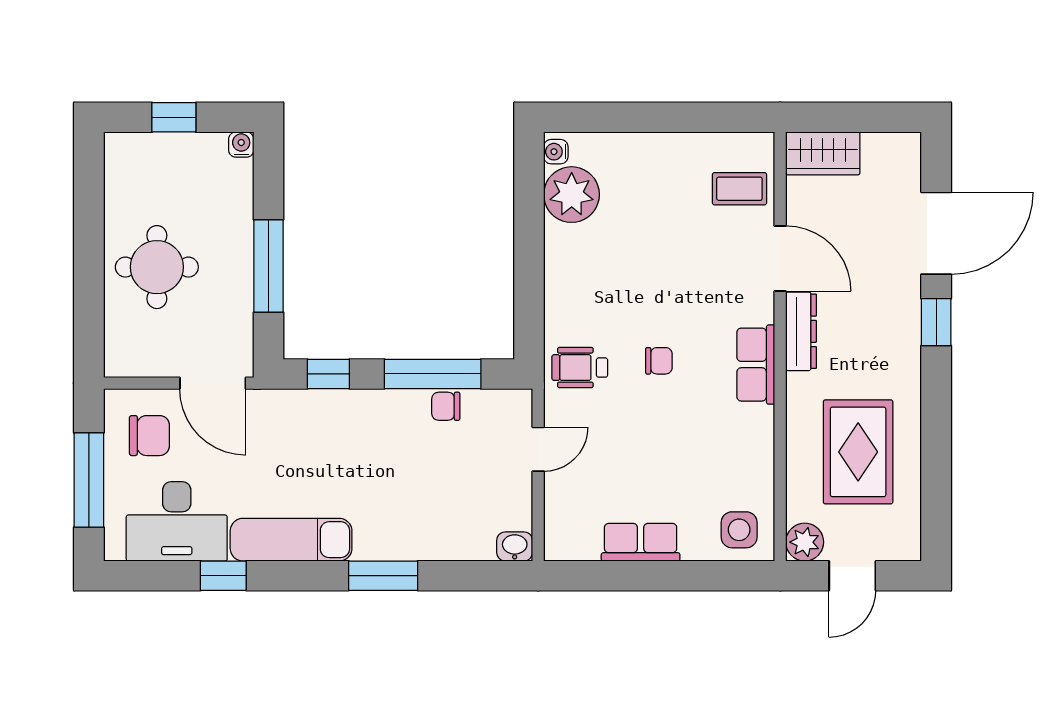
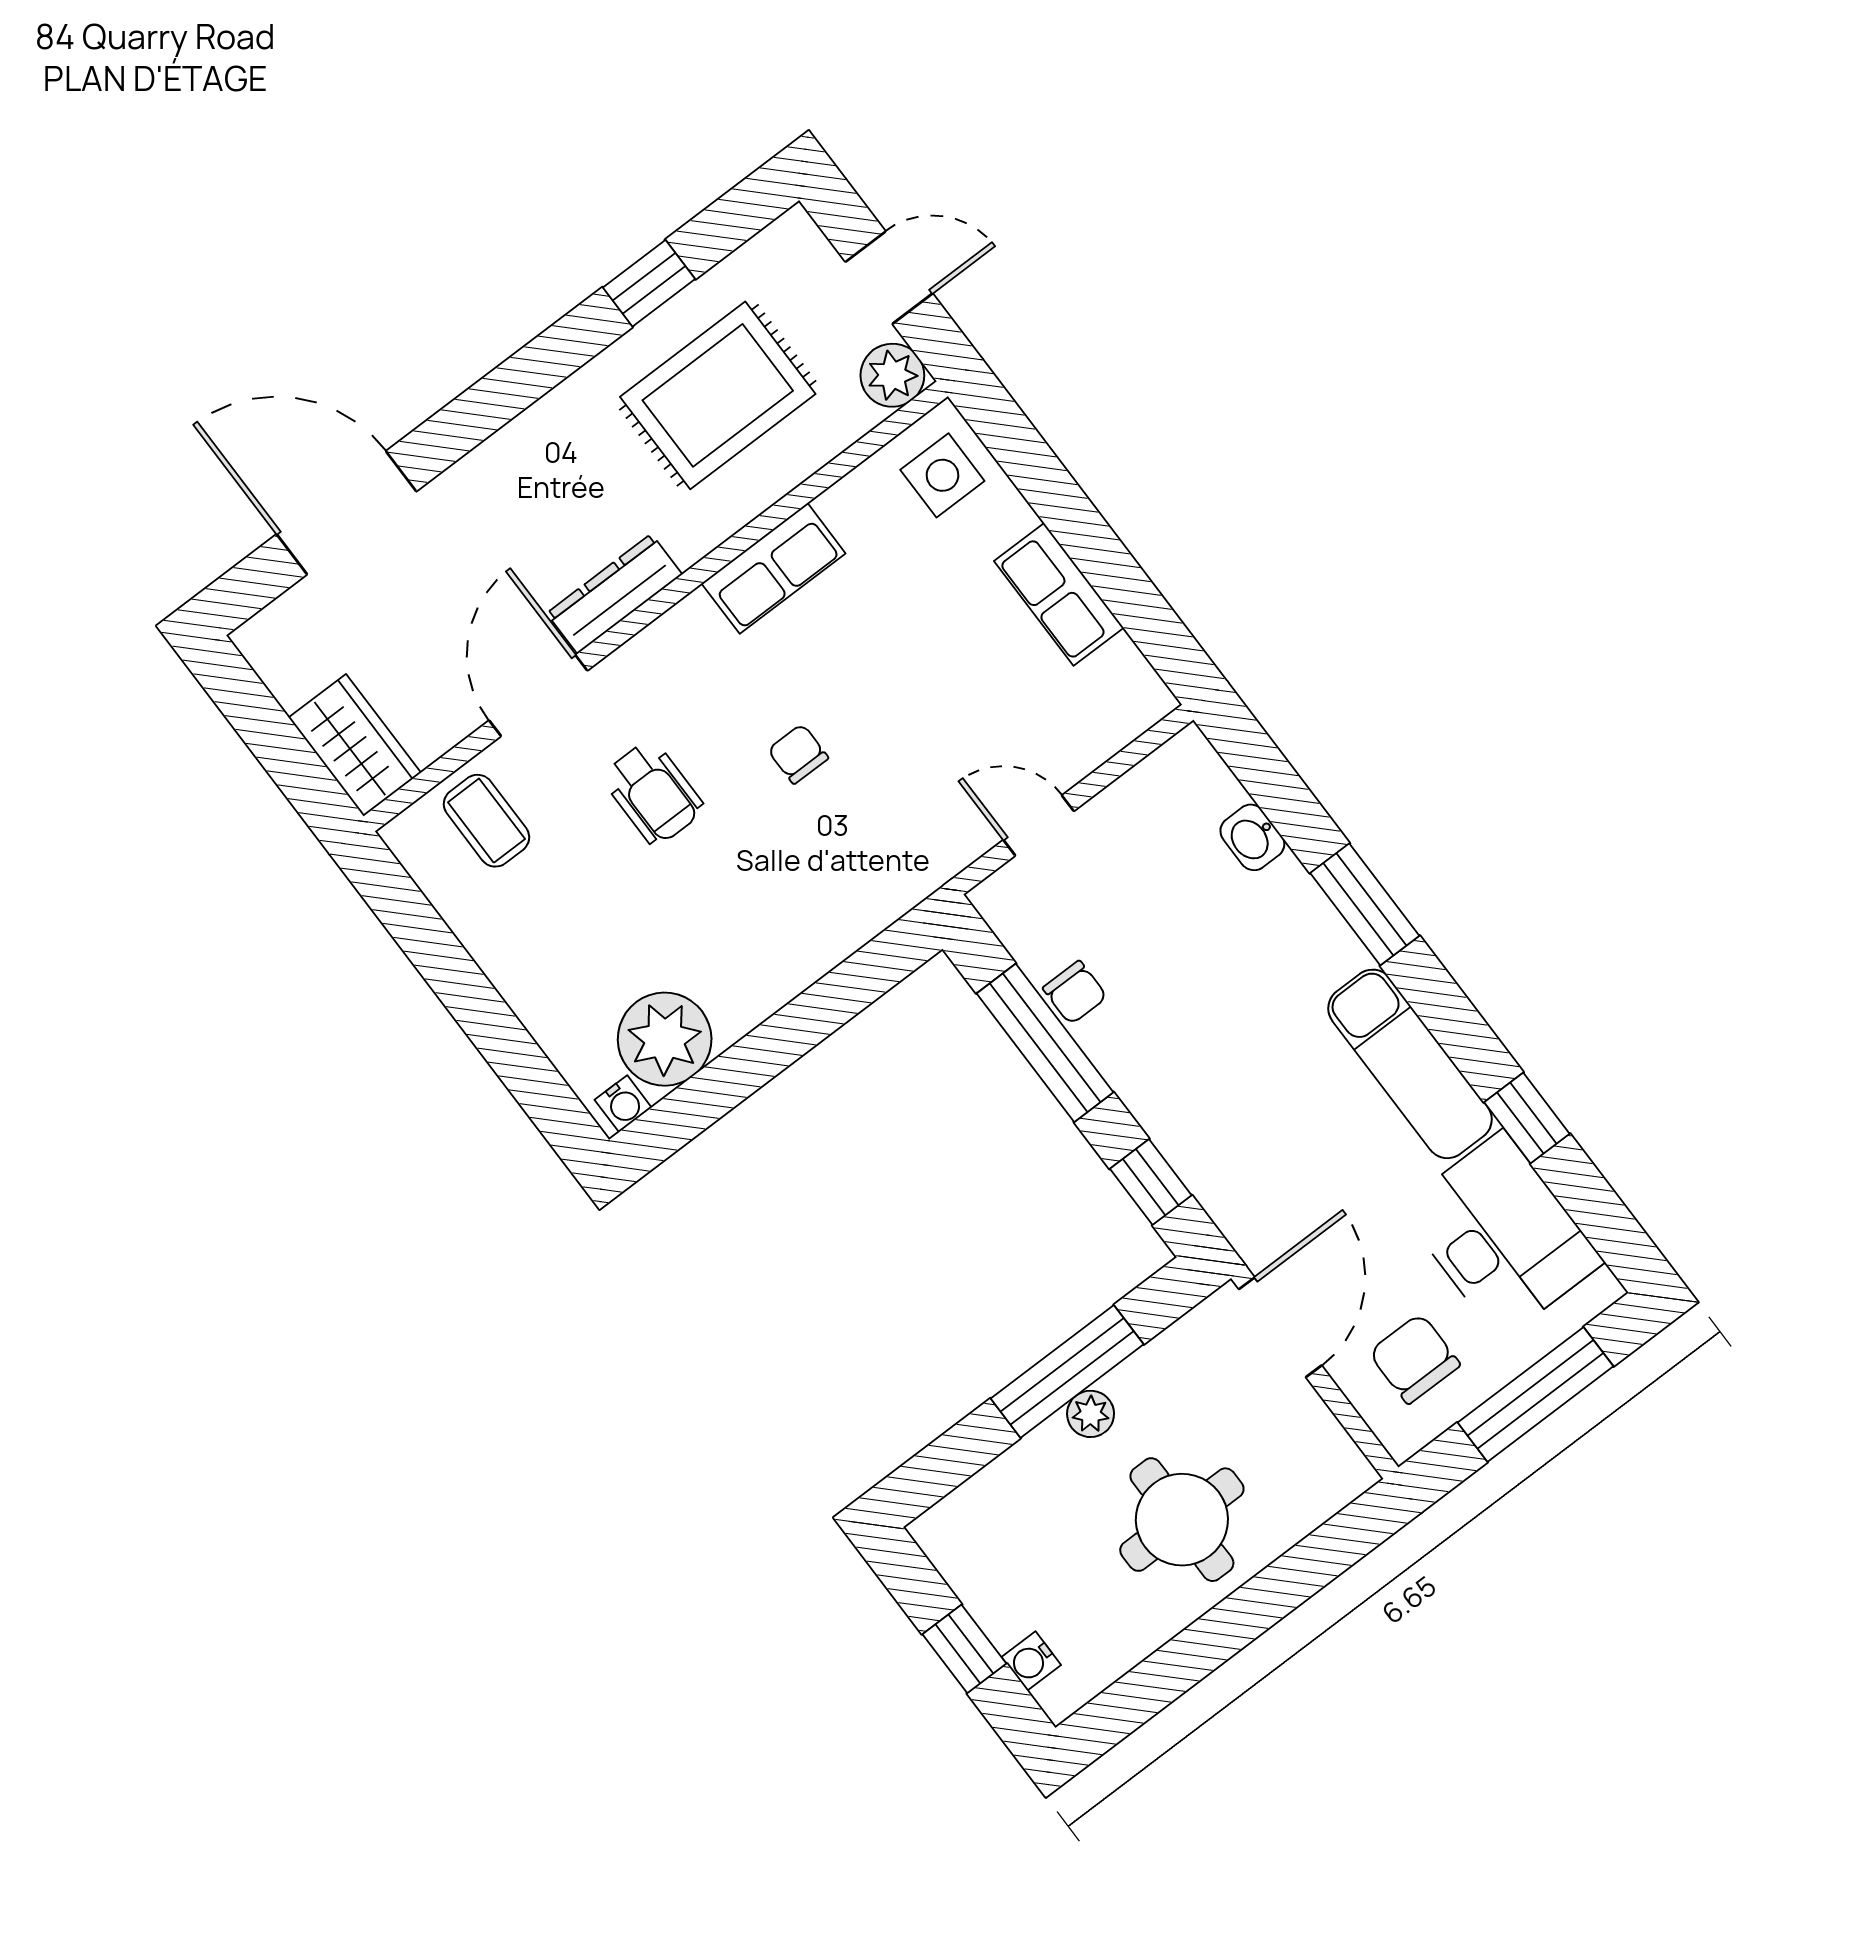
water cooler: (241, 145) -> (1031, 1661), moved
plant: (240, 262) -> (1091, 1414), added
window: (936, 322) -> (649, 283), moved
row of seats: (756, 365) -> (774, 568), moved
wheelchair: (580, 368) -> (653, 793), moved
washbasin: (515, 546) -> (1252, 837), moved

